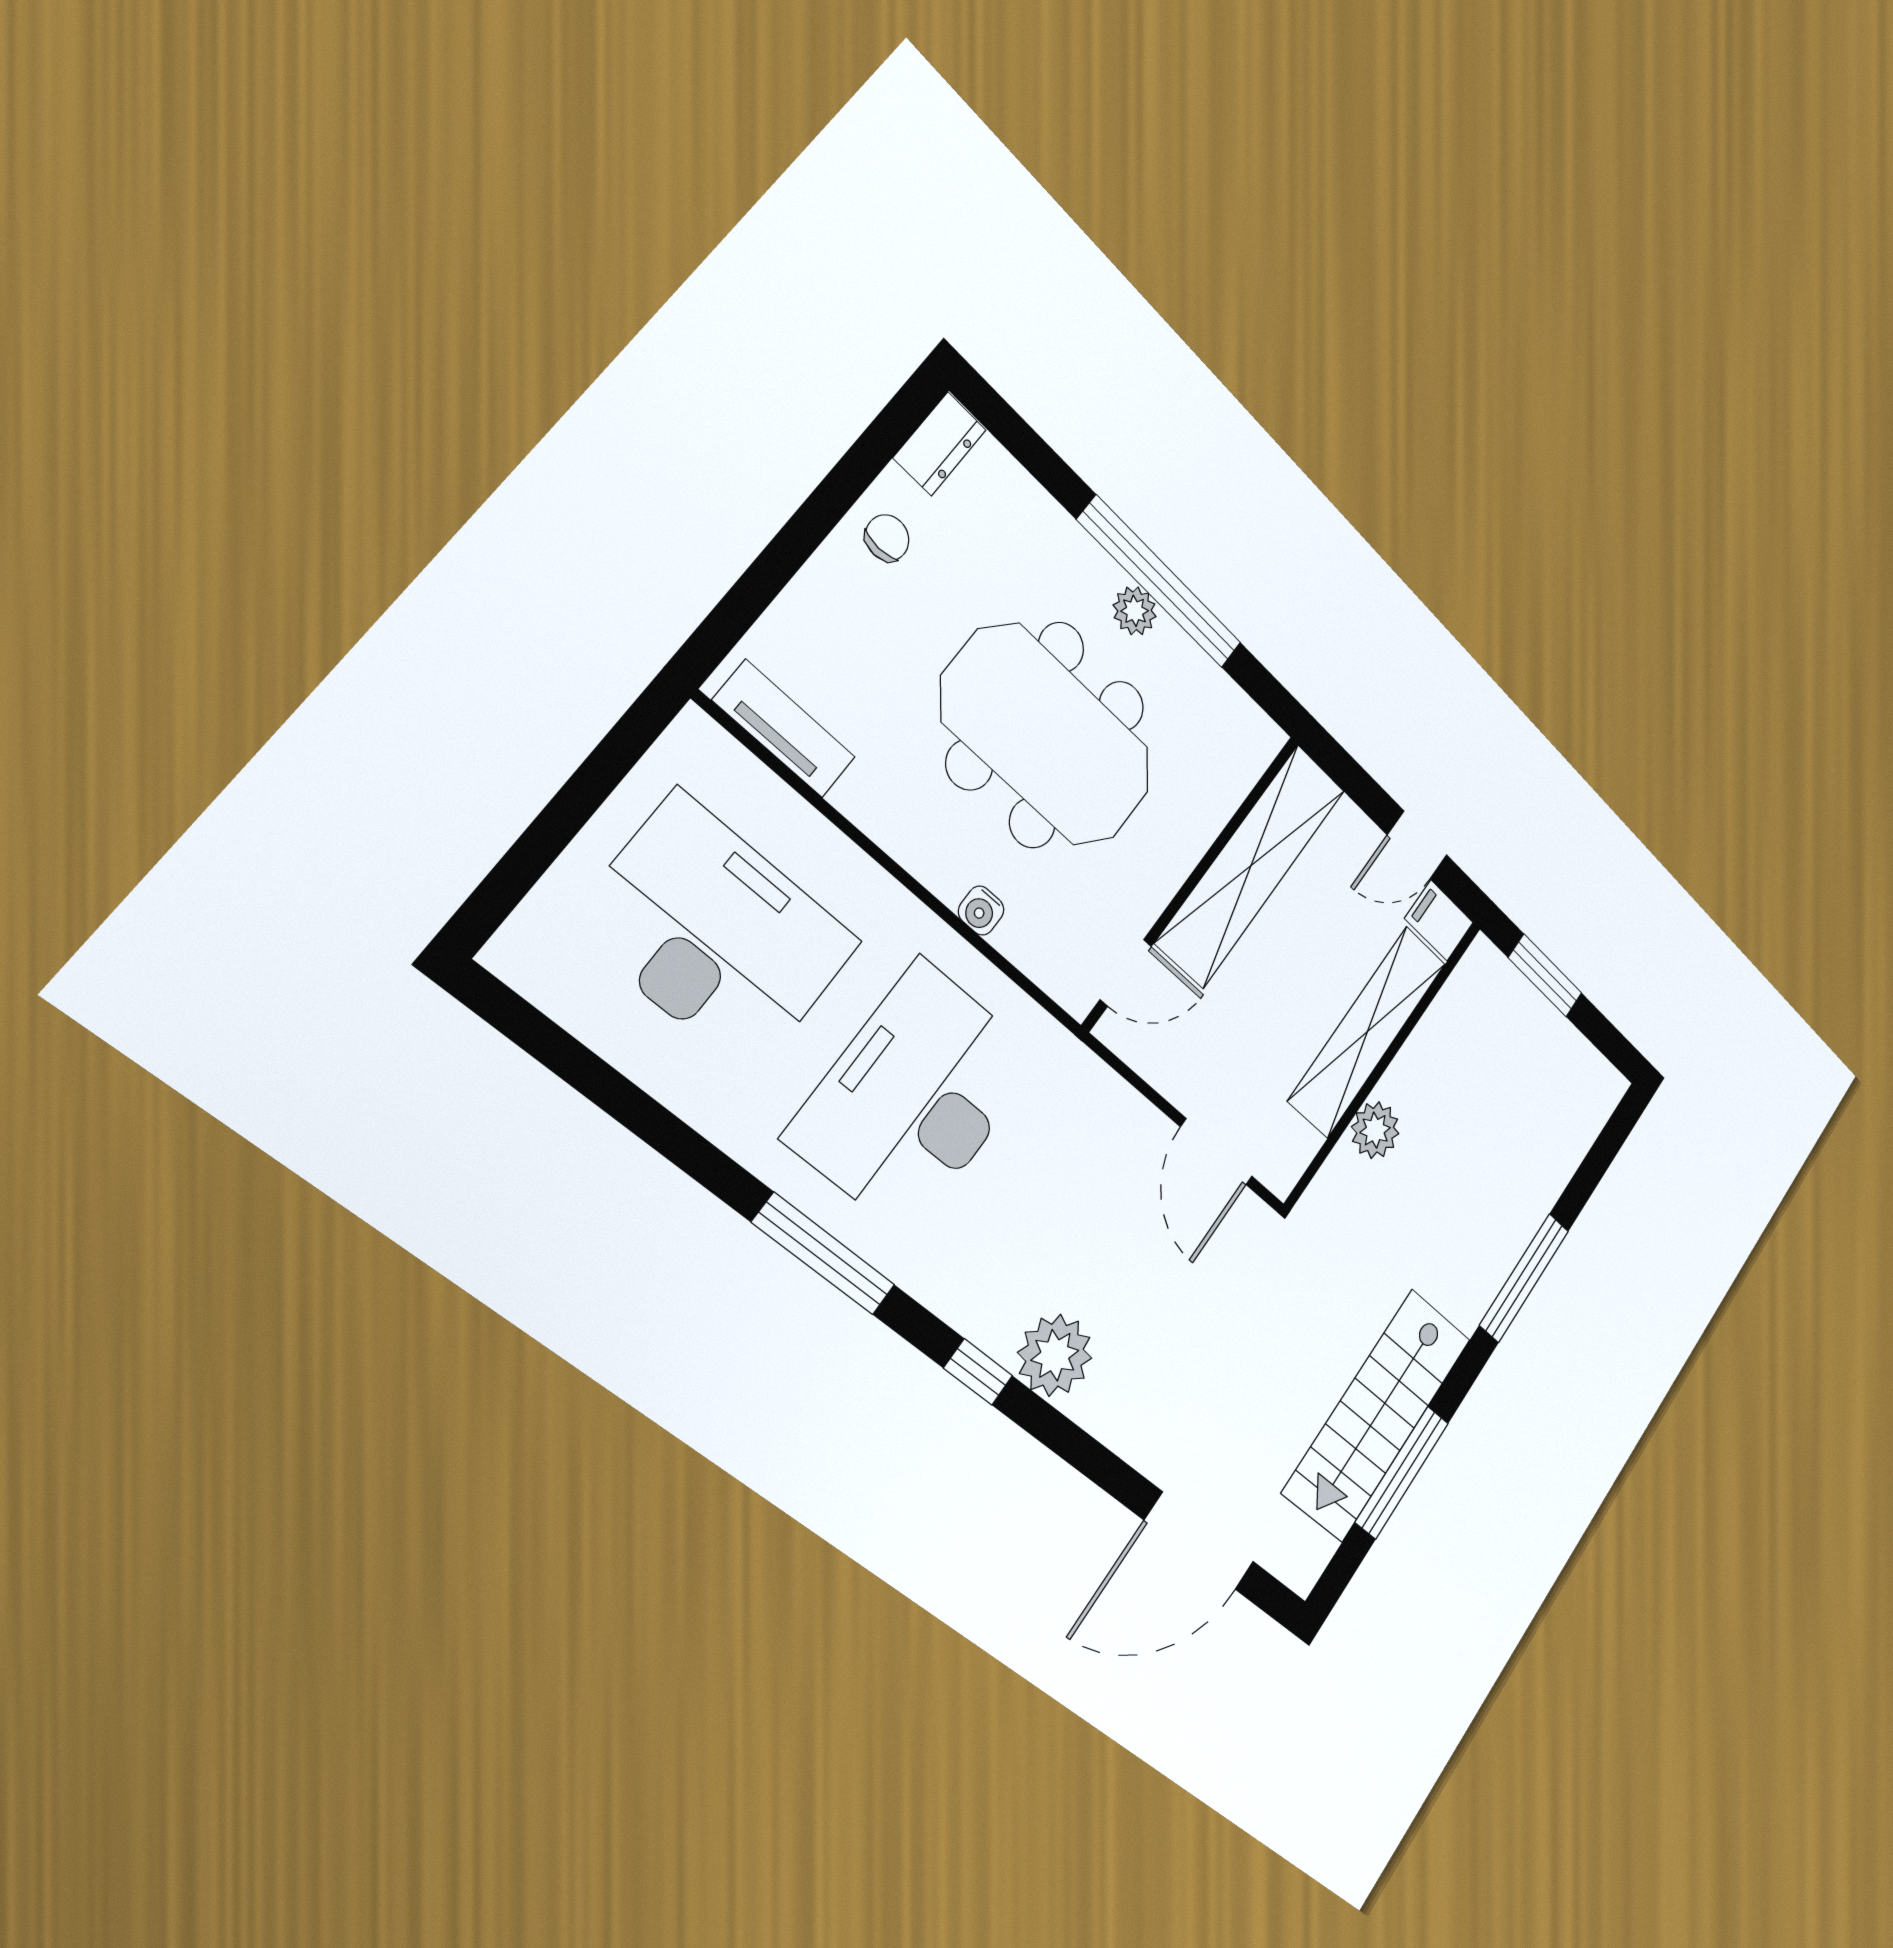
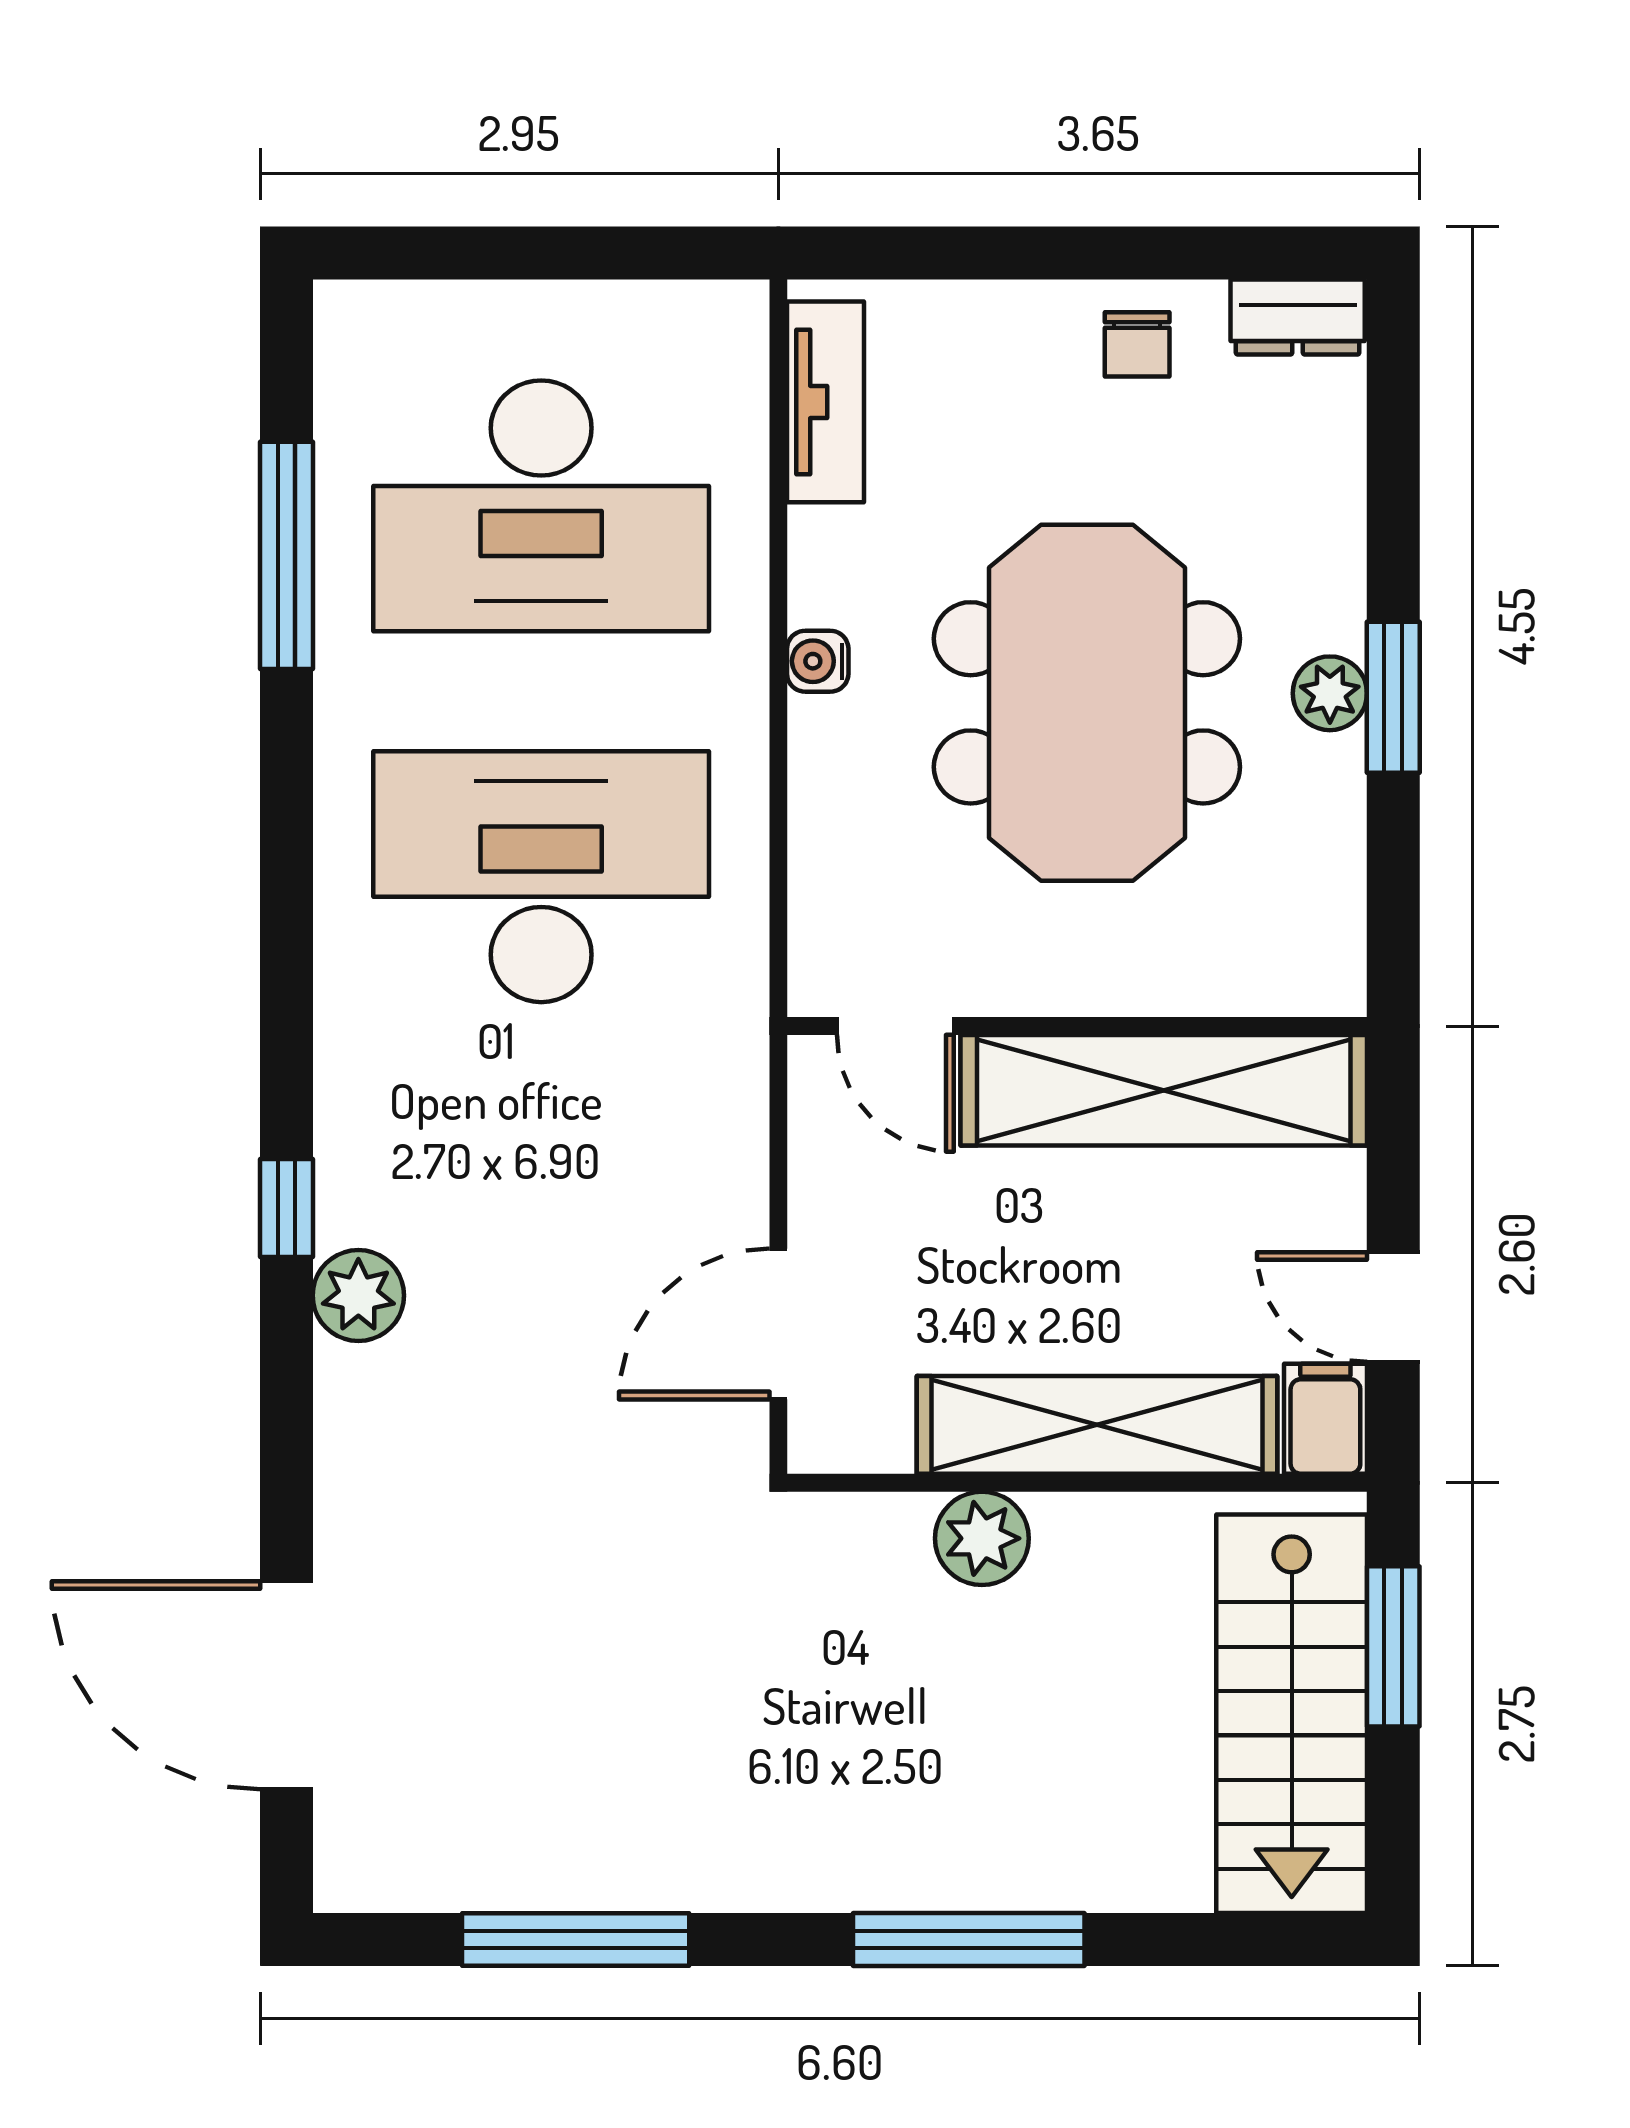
chair: (887, 538) -> (1137, 344), turned 90
window: (1160, 582) -> (1393, 697), width x0.47
water cooler: (981, 911) -> (818, 661), moved
desk: (716, 934) -> (541, 506), turned 90
window: (824, 1254) -> (286, 555), moved
plant: (1055, 1355) -> (358, 1295), width x0.73, depth x0.73
stairs: (1377, 1415) -> (1292, 1714), moved, turned -90

